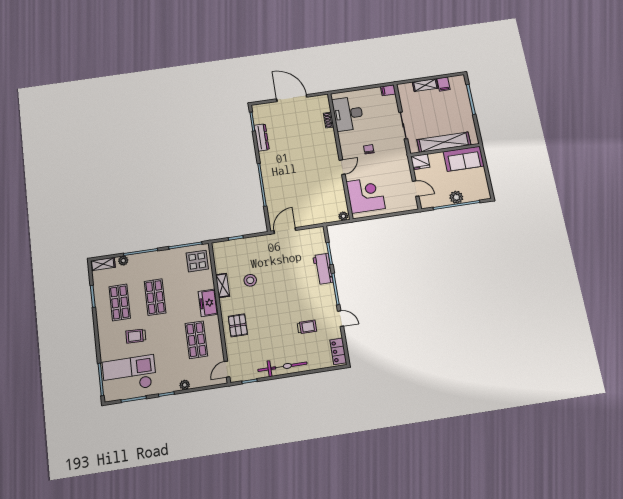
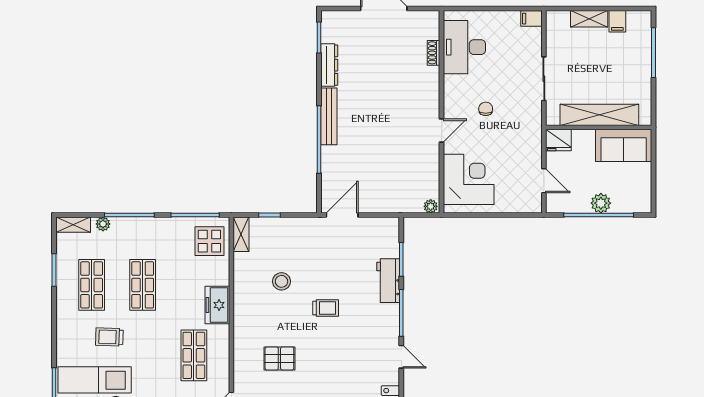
bench: (266, 169) -> (329, 116), added
shelving: (223, 285) -> (241, 234), moved
pallet: (238, 325) -> (279, 358), moved, turned 90
trolley: (307, 327) -> (326, 308), moved

